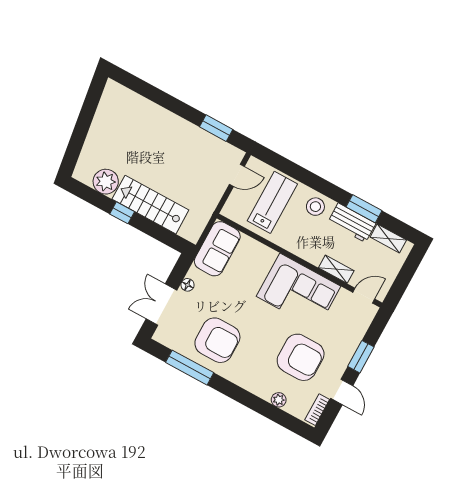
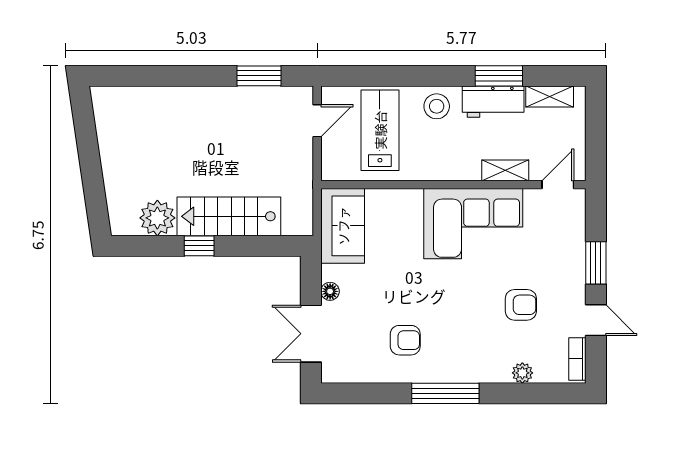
armchair: (217, 340) -> (405, 340), width x0.53, depth x0.53
armchair: (301, 357) -> (521, 305), width x0.53, depth x0.53
window: (190, 368) -> (445, 393), moved

